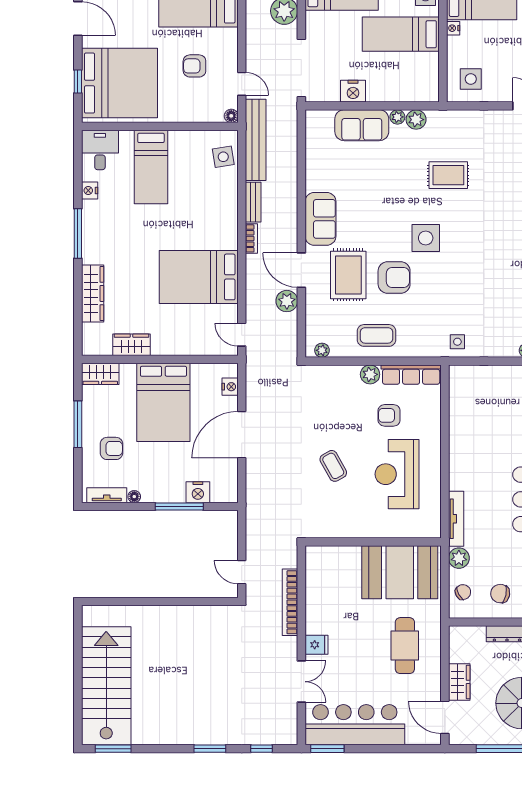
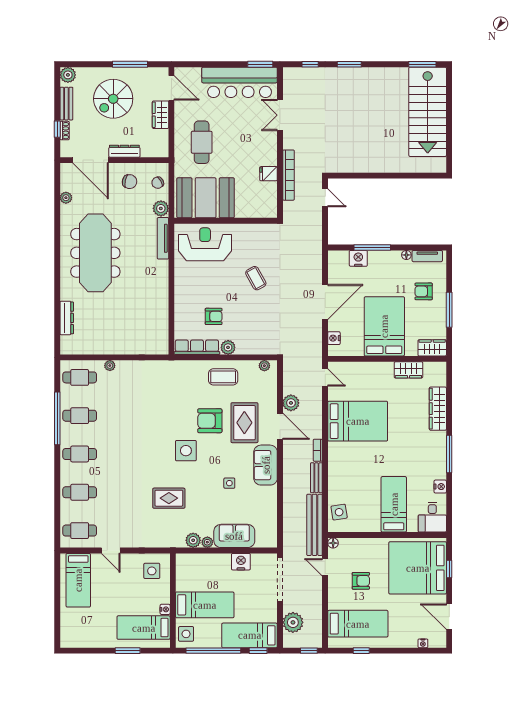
side table: (457, 342) -> (229, 483), moved
reception desk: (397, 474) -> (205, 244), moved, turned -90
fridge: (317, 645) -> (268, 174), moved

